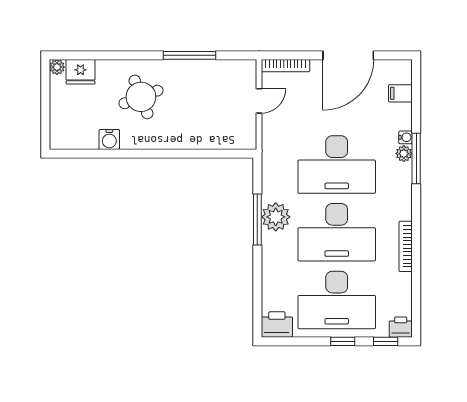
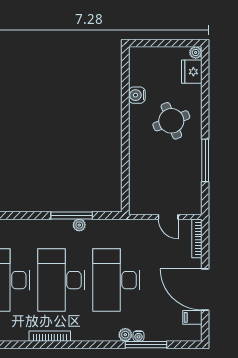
filing cabinet: (400, 93) -> (192, 317), moved, turned -90
window: (416, 158) -> (146, 345), moved
plant: (276, 217) -> (79, 225), width x0.53, depth x0.53

